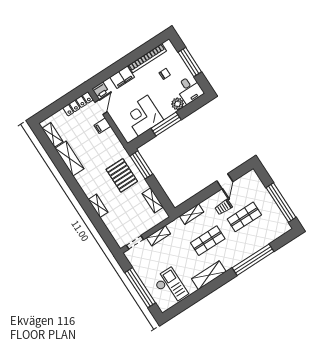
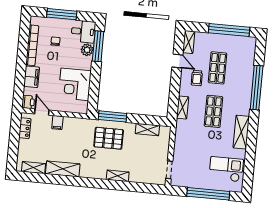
locker: (78, 104) -> (25, 128), width x0.66
window: (166, 124) -> (98, 46), moved
shelving: (158, 236) -> (189, 42), moved

